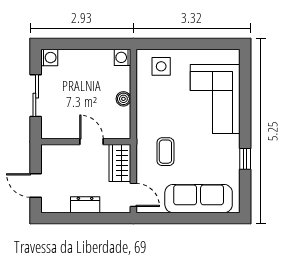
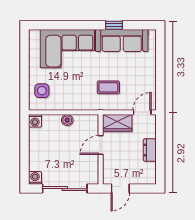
sliding door: (36, 96) -> (65, 189), width x1.37
door: (36, 185) -> (120, 189), moved
sofa: (199, 199) -> (122, 41), moved, turned -90

